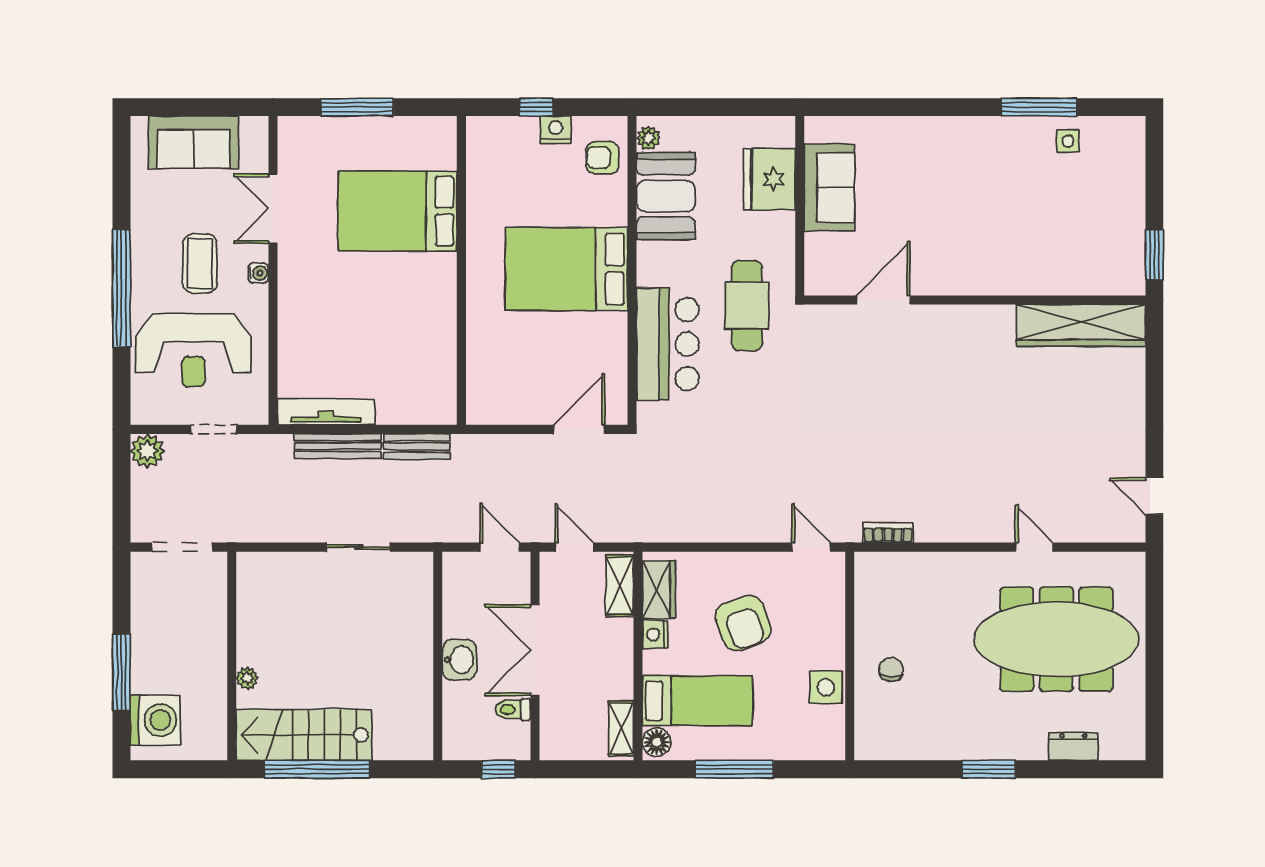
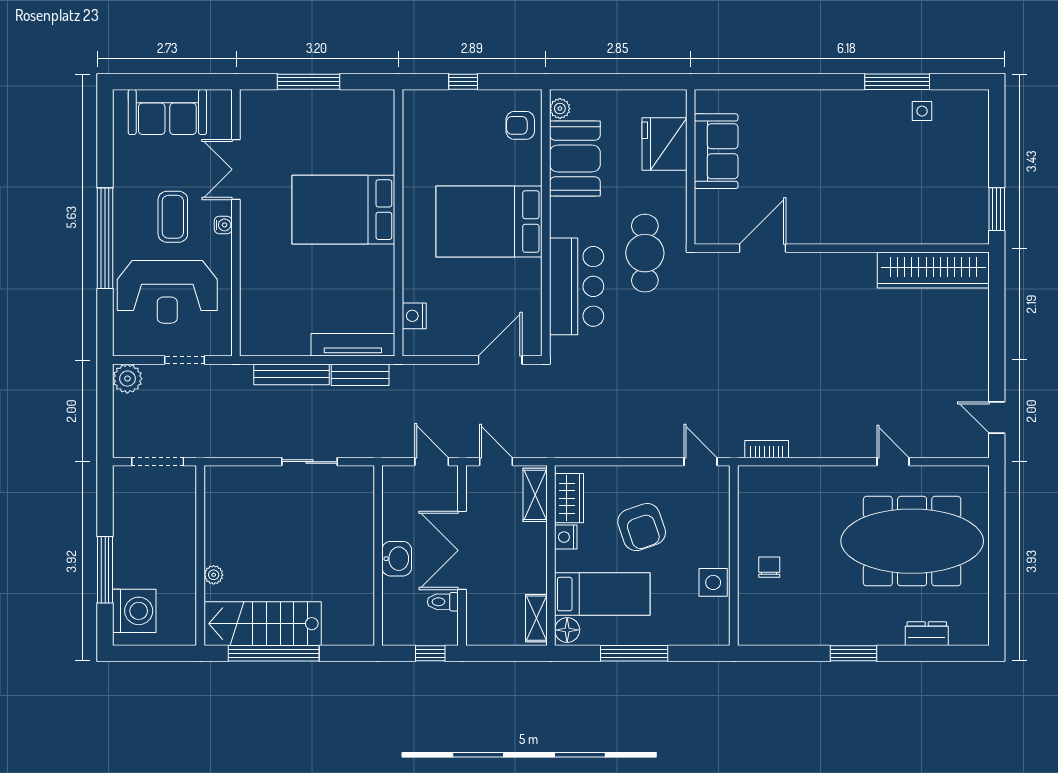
nightstand: (556, 130) -> (414, 316), moved, turned -90
bed: (398, 211) -> (343, 210), moved
tv unit: (326, 412) -> (353, 345), moved

